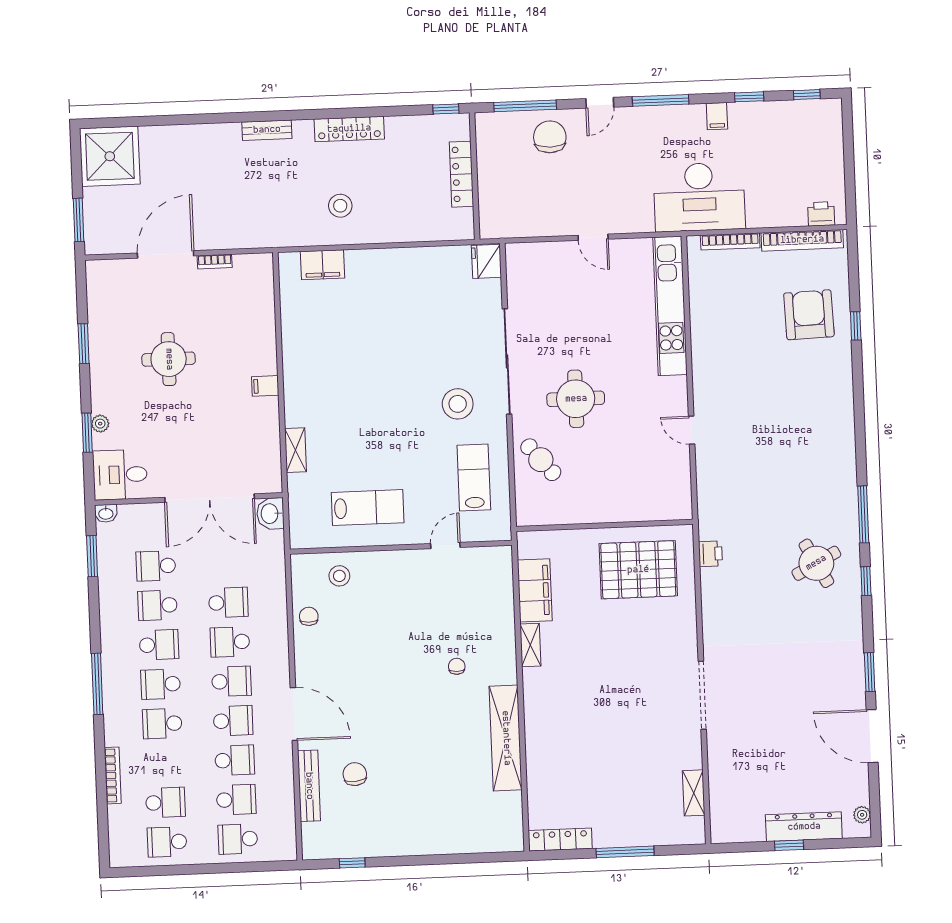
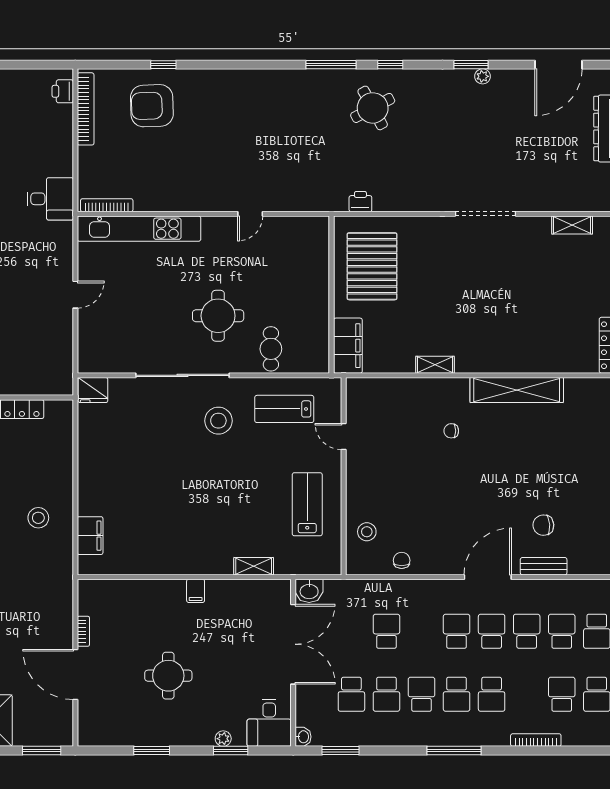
desk: (699, 197) -> (50, 199), width x0.53, depth x0.77
bookcase: (730, 242) -> (107, 205), moved, turned -90
cafe table: (541, 460) -> (271, 349), turned -50
filing cabinet: (535, 590) -> (348, 346), moved, turned 90
chair: (309, 616) -> (402, 560), turned 90
school desk: (230, 642) -> (422, 631), removed
door: (872, 736) -> (558, 65), moved
bench: (309, 786) -> (544, 566), width x0.73
plant: (862, 815) -> (483, 76), moved

